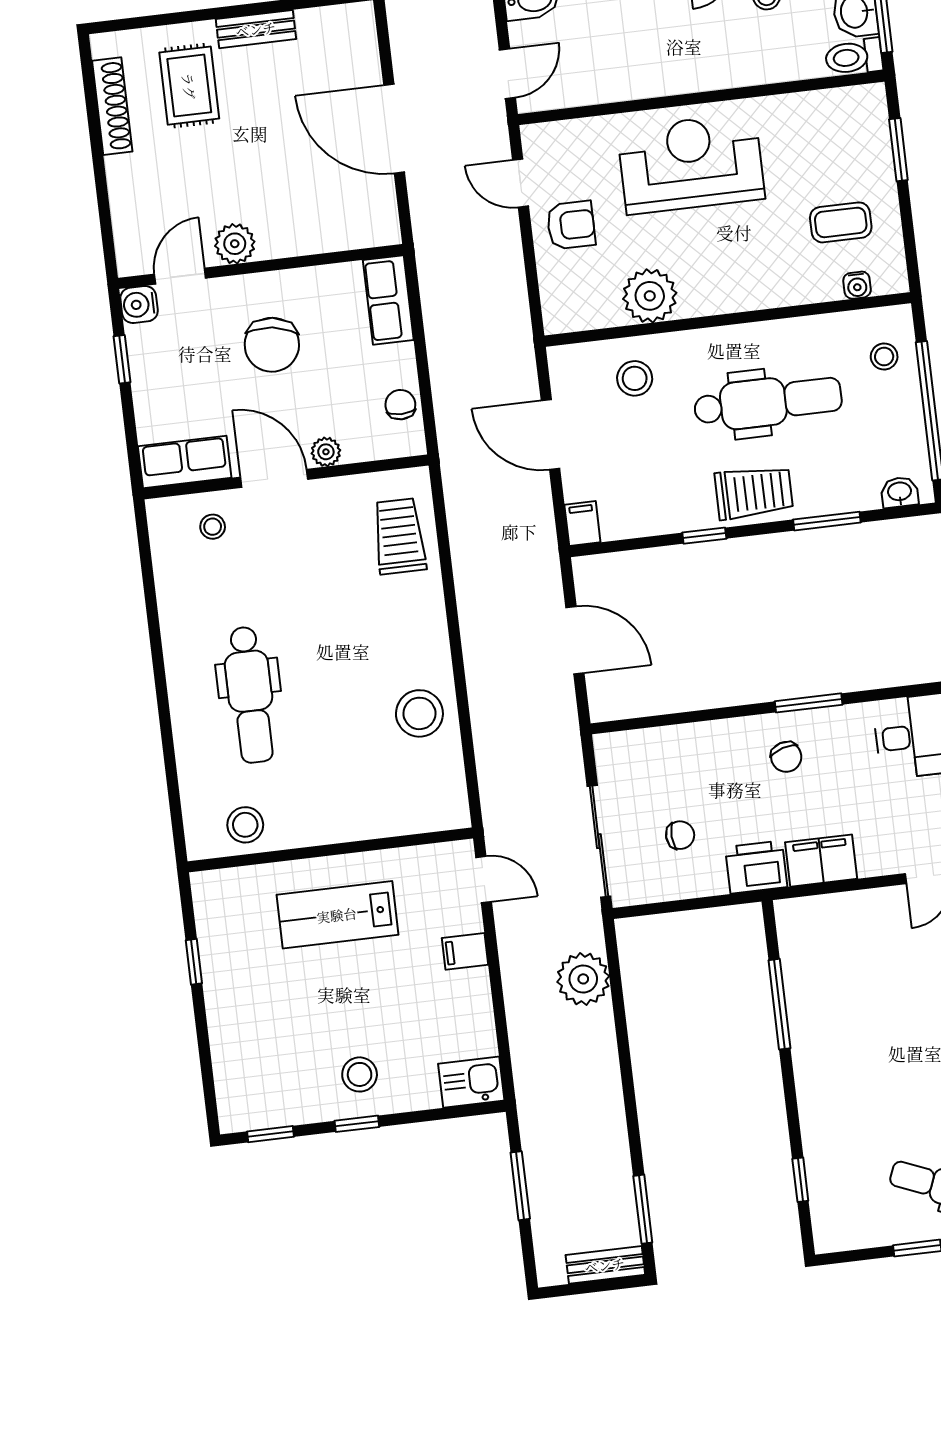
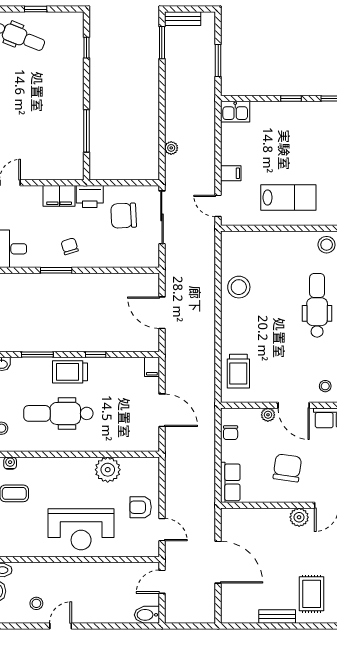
stool: (635, 378) -> (119, 432), removed
chair: (680, 835) -> (124, 216), width x1.87, depth x1.87
plant: (583, 979) -> (171, 148), width x0.53, depth x0.53
stool: (360, 1074) -> (287, 121), removed

